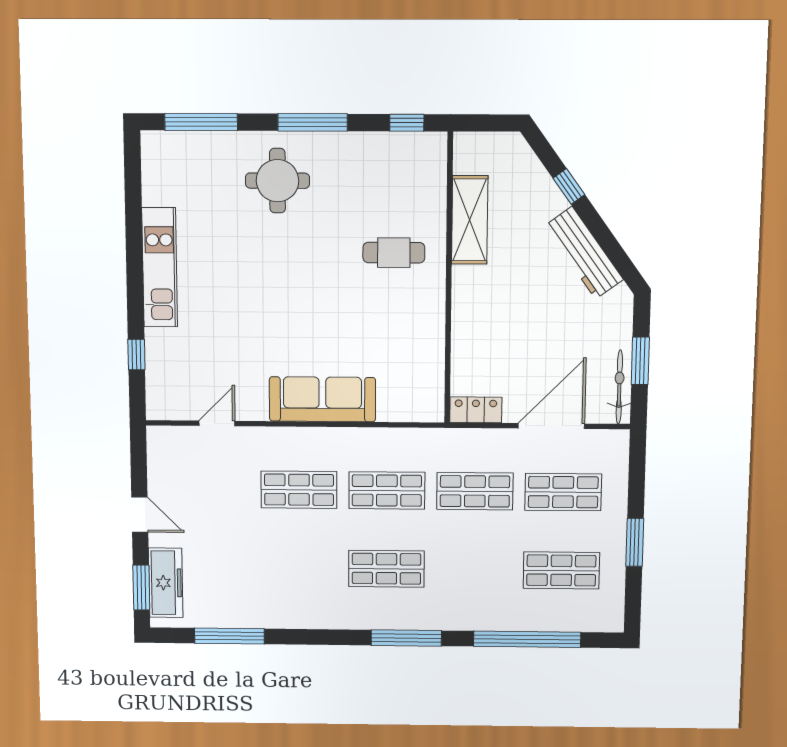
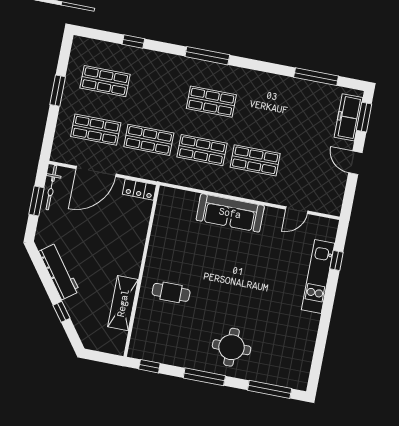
kitchen unit: (160, 267) -> (318, 276), moved
window: (527, 639) -> (133, 41), width x0.32

